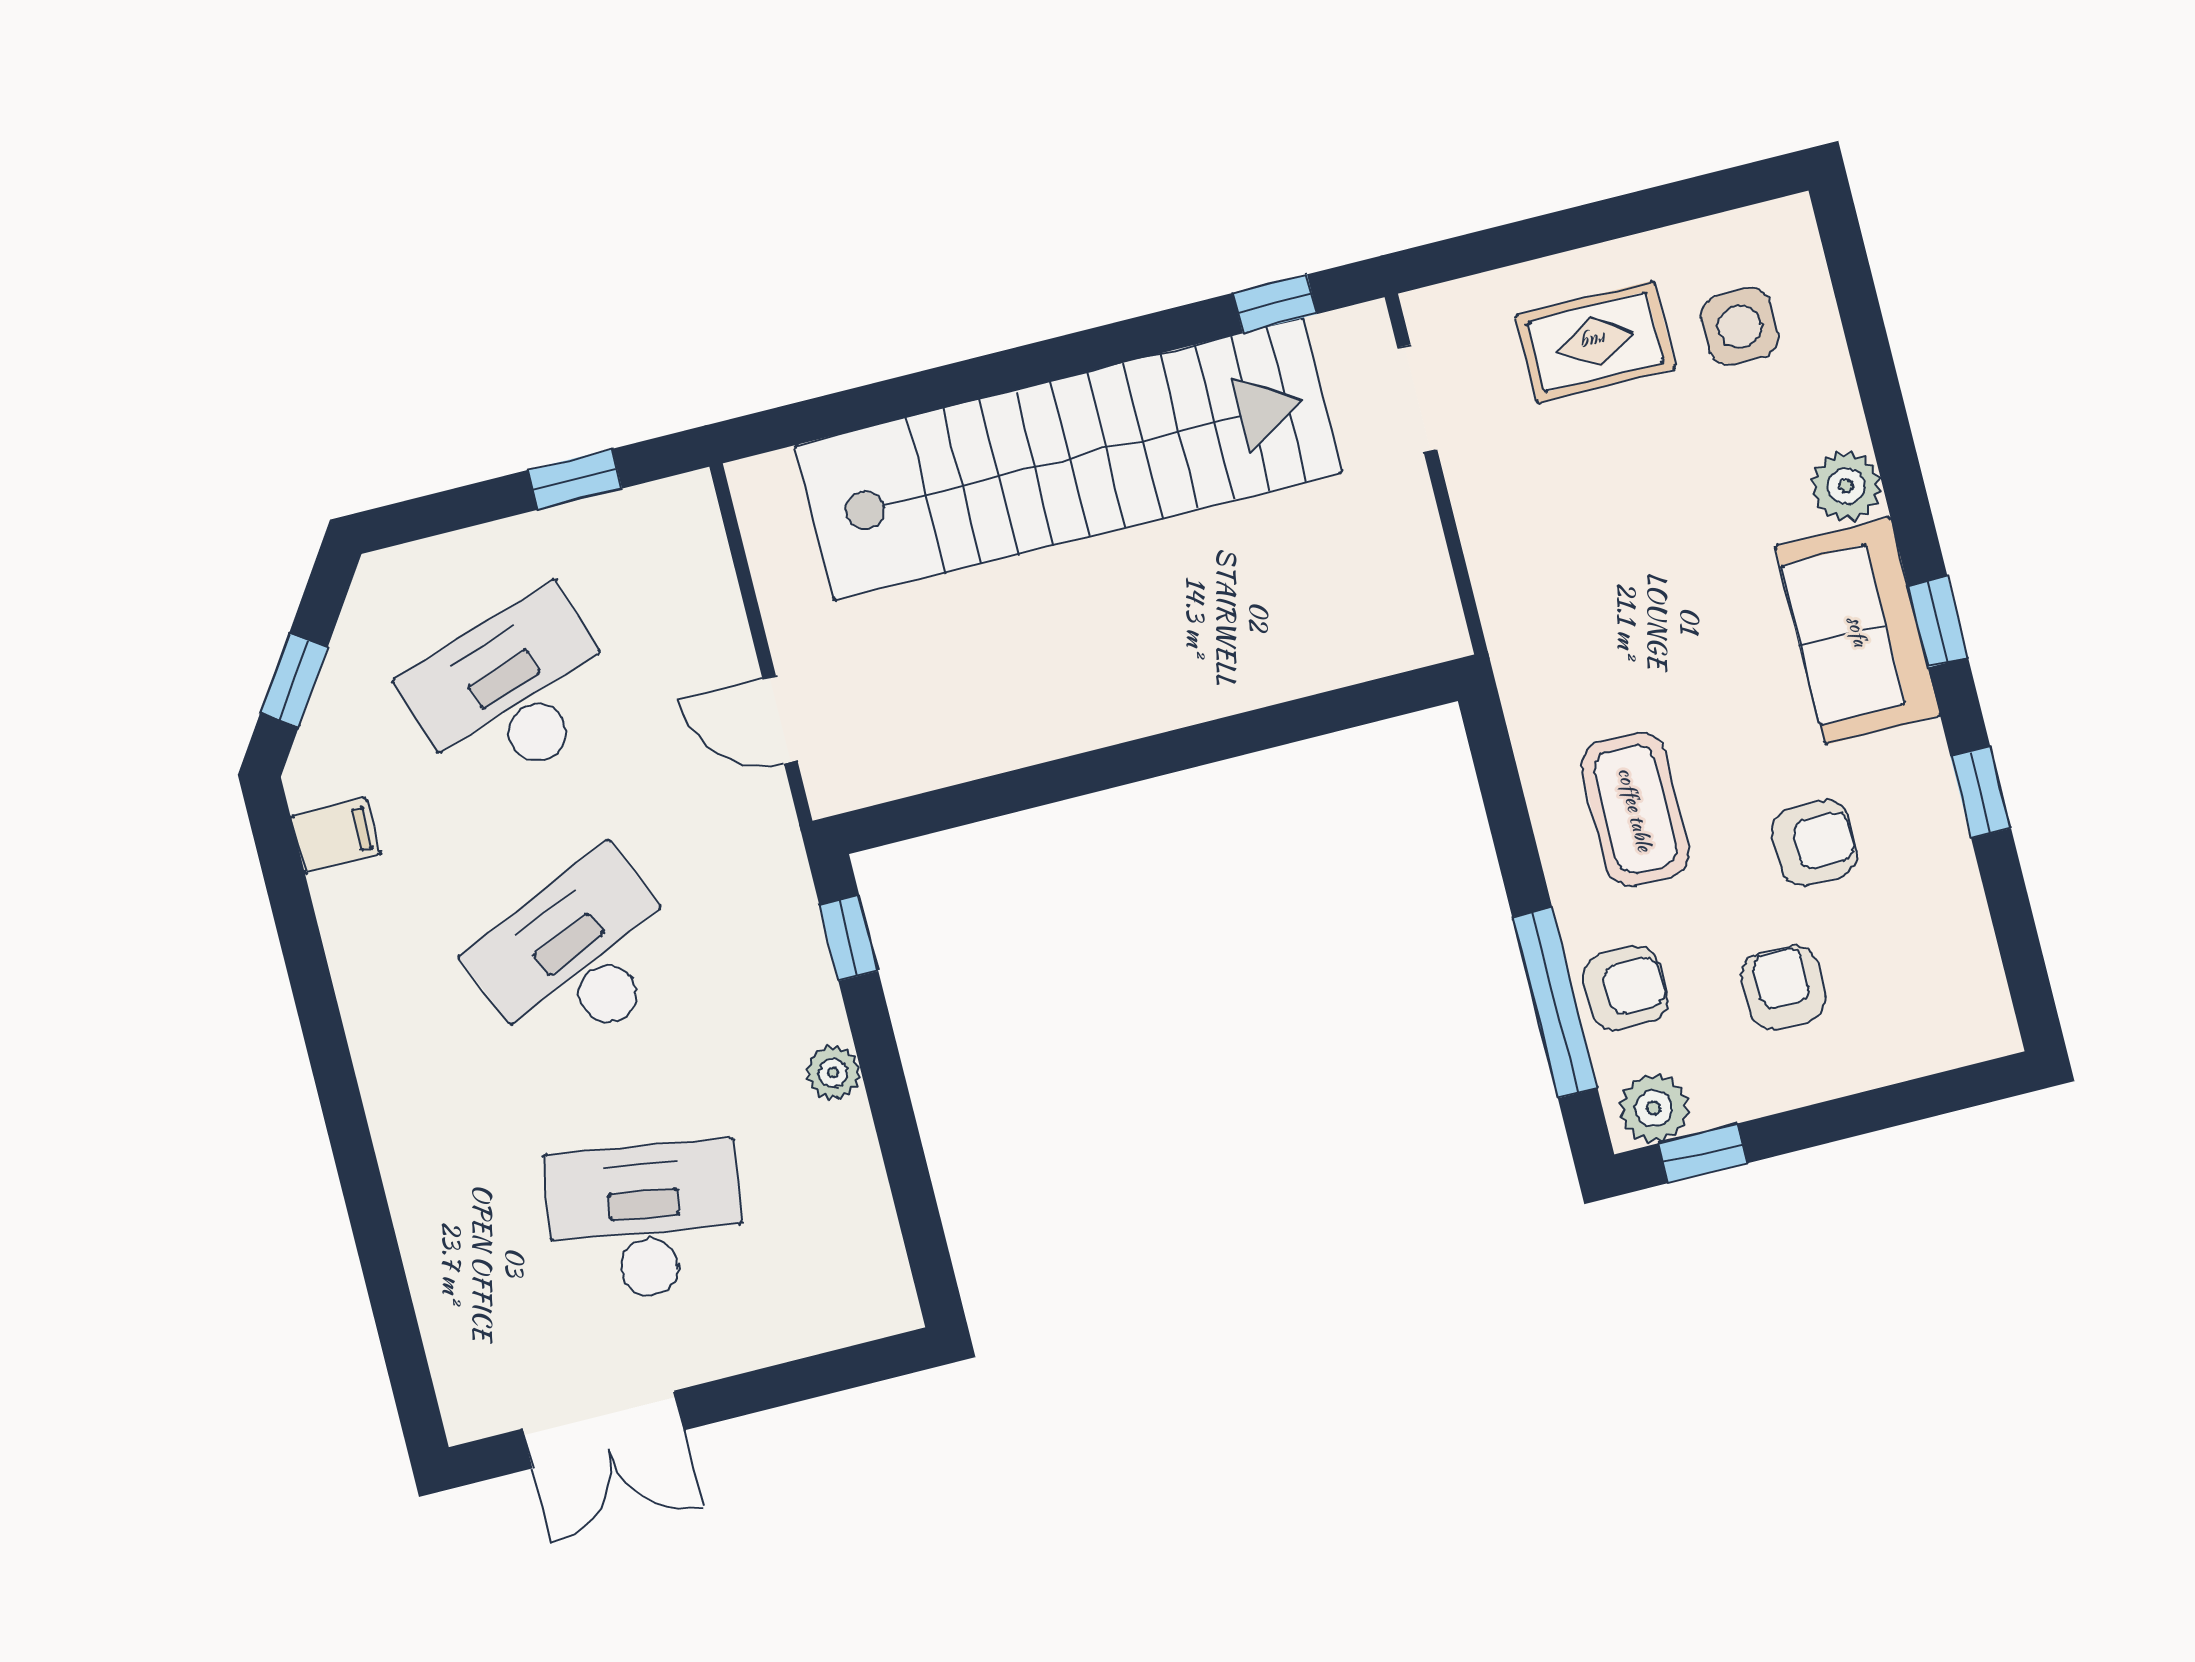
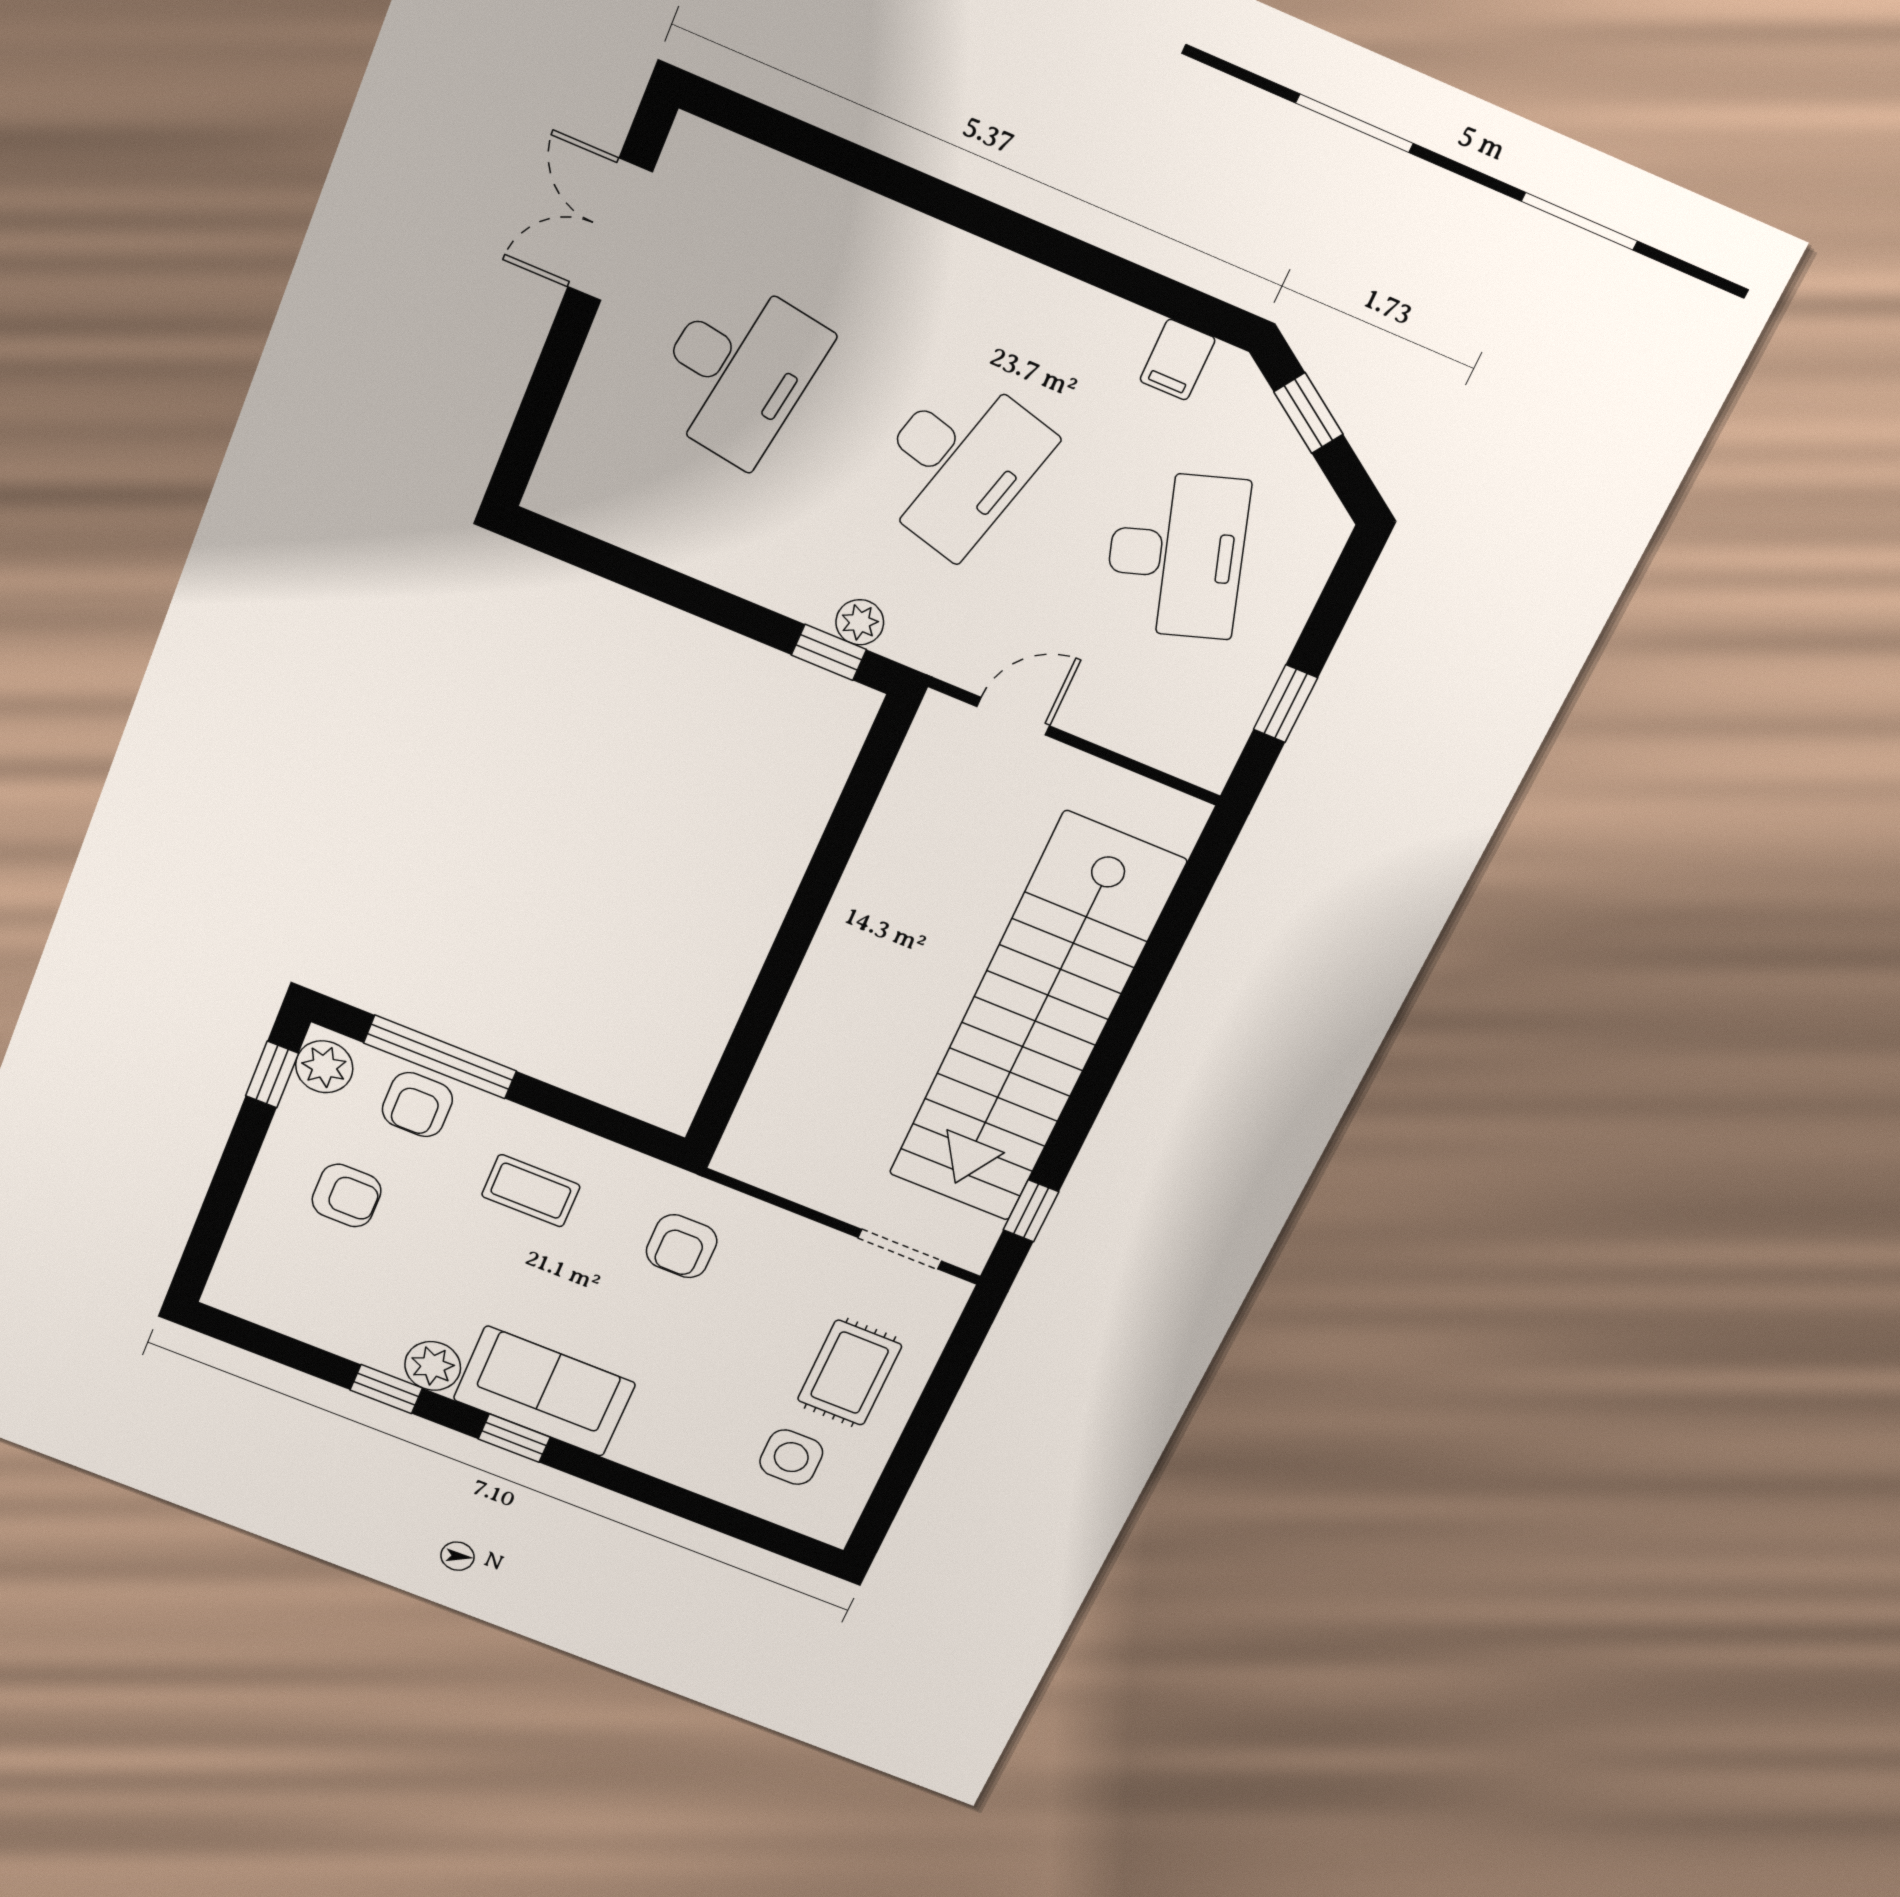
plant: (1846, 486) -> (433, 1366), moved
coffee table: (1635, 809) -> (531, 1191), width x0.73, depth x0.77
armchair: (1815, 843) -> (682, 1246), moved
desk: (579, 957) -> (958, 463), turned 39
plant: (833, 1073) -> (860, 622), moved

